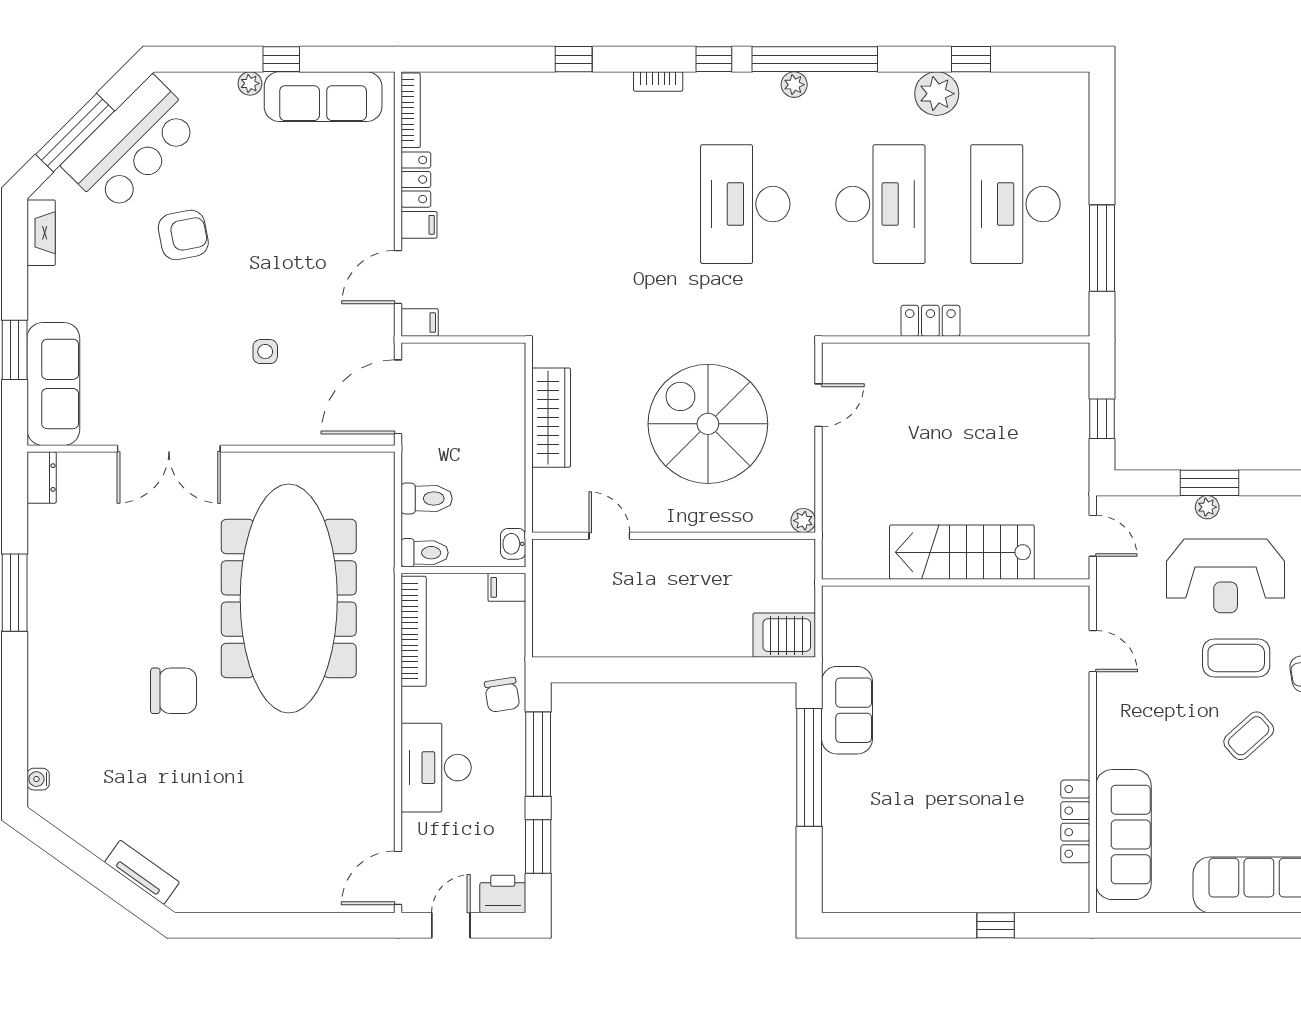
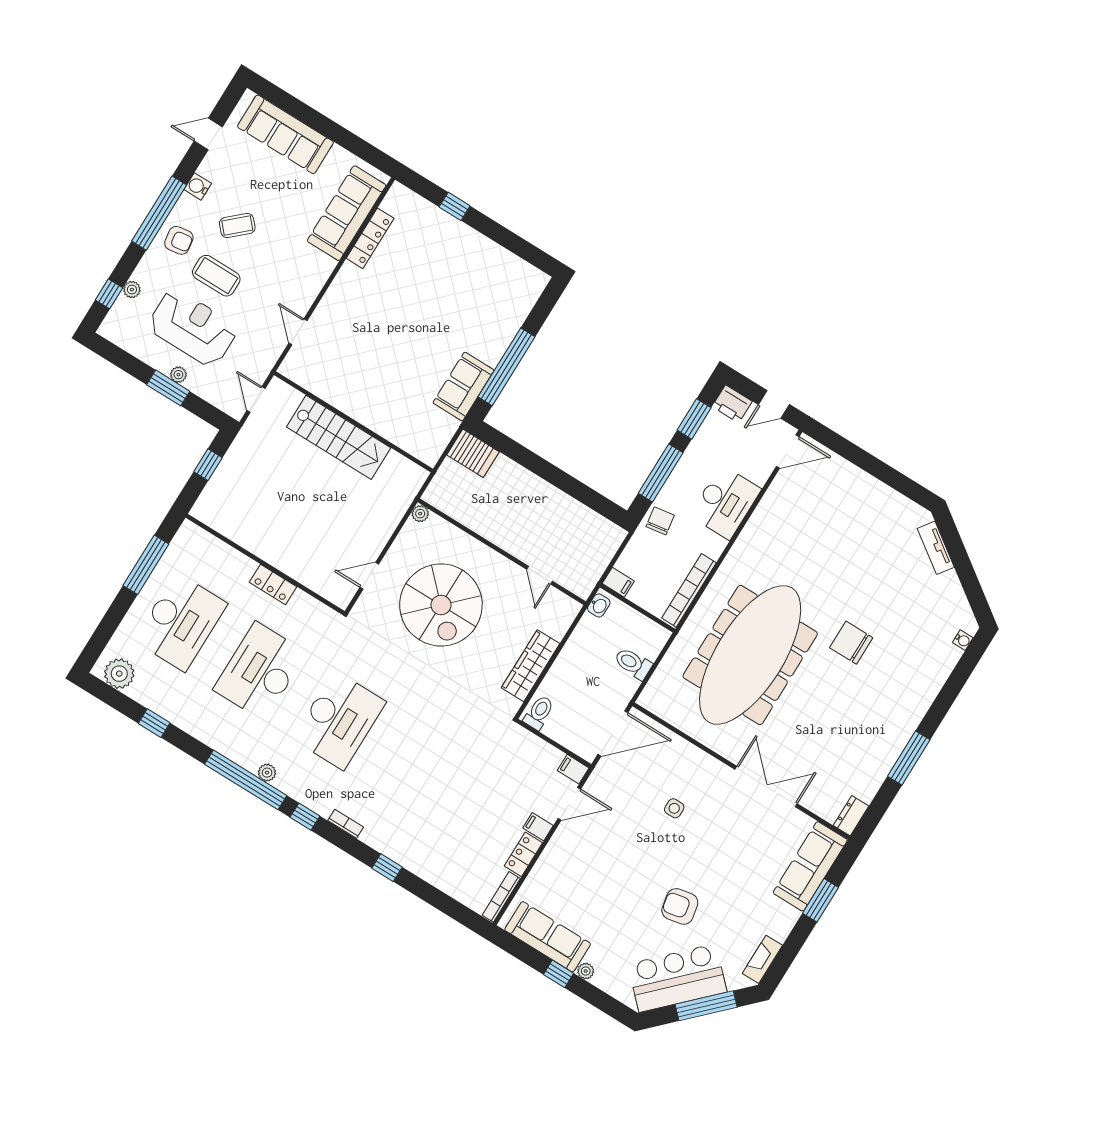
plant: (937, 94) -> (119, 674), moved
toilet: (425, 553) -> (539, 713), moved, turned 90

